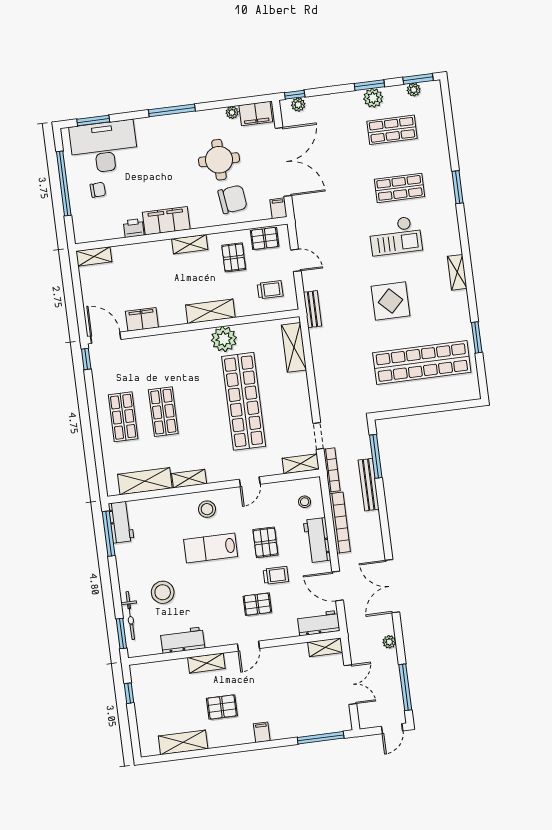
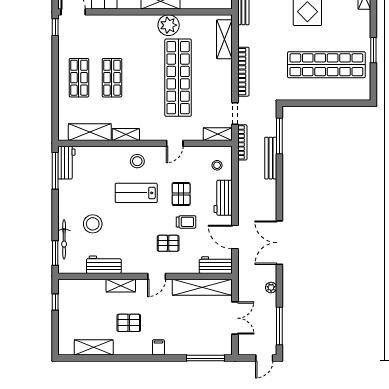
bookcase: (340, 523) -> (243, 72), moved
shelving: (325, 647) -> (202, 287), width x2.20, depth x1.33

